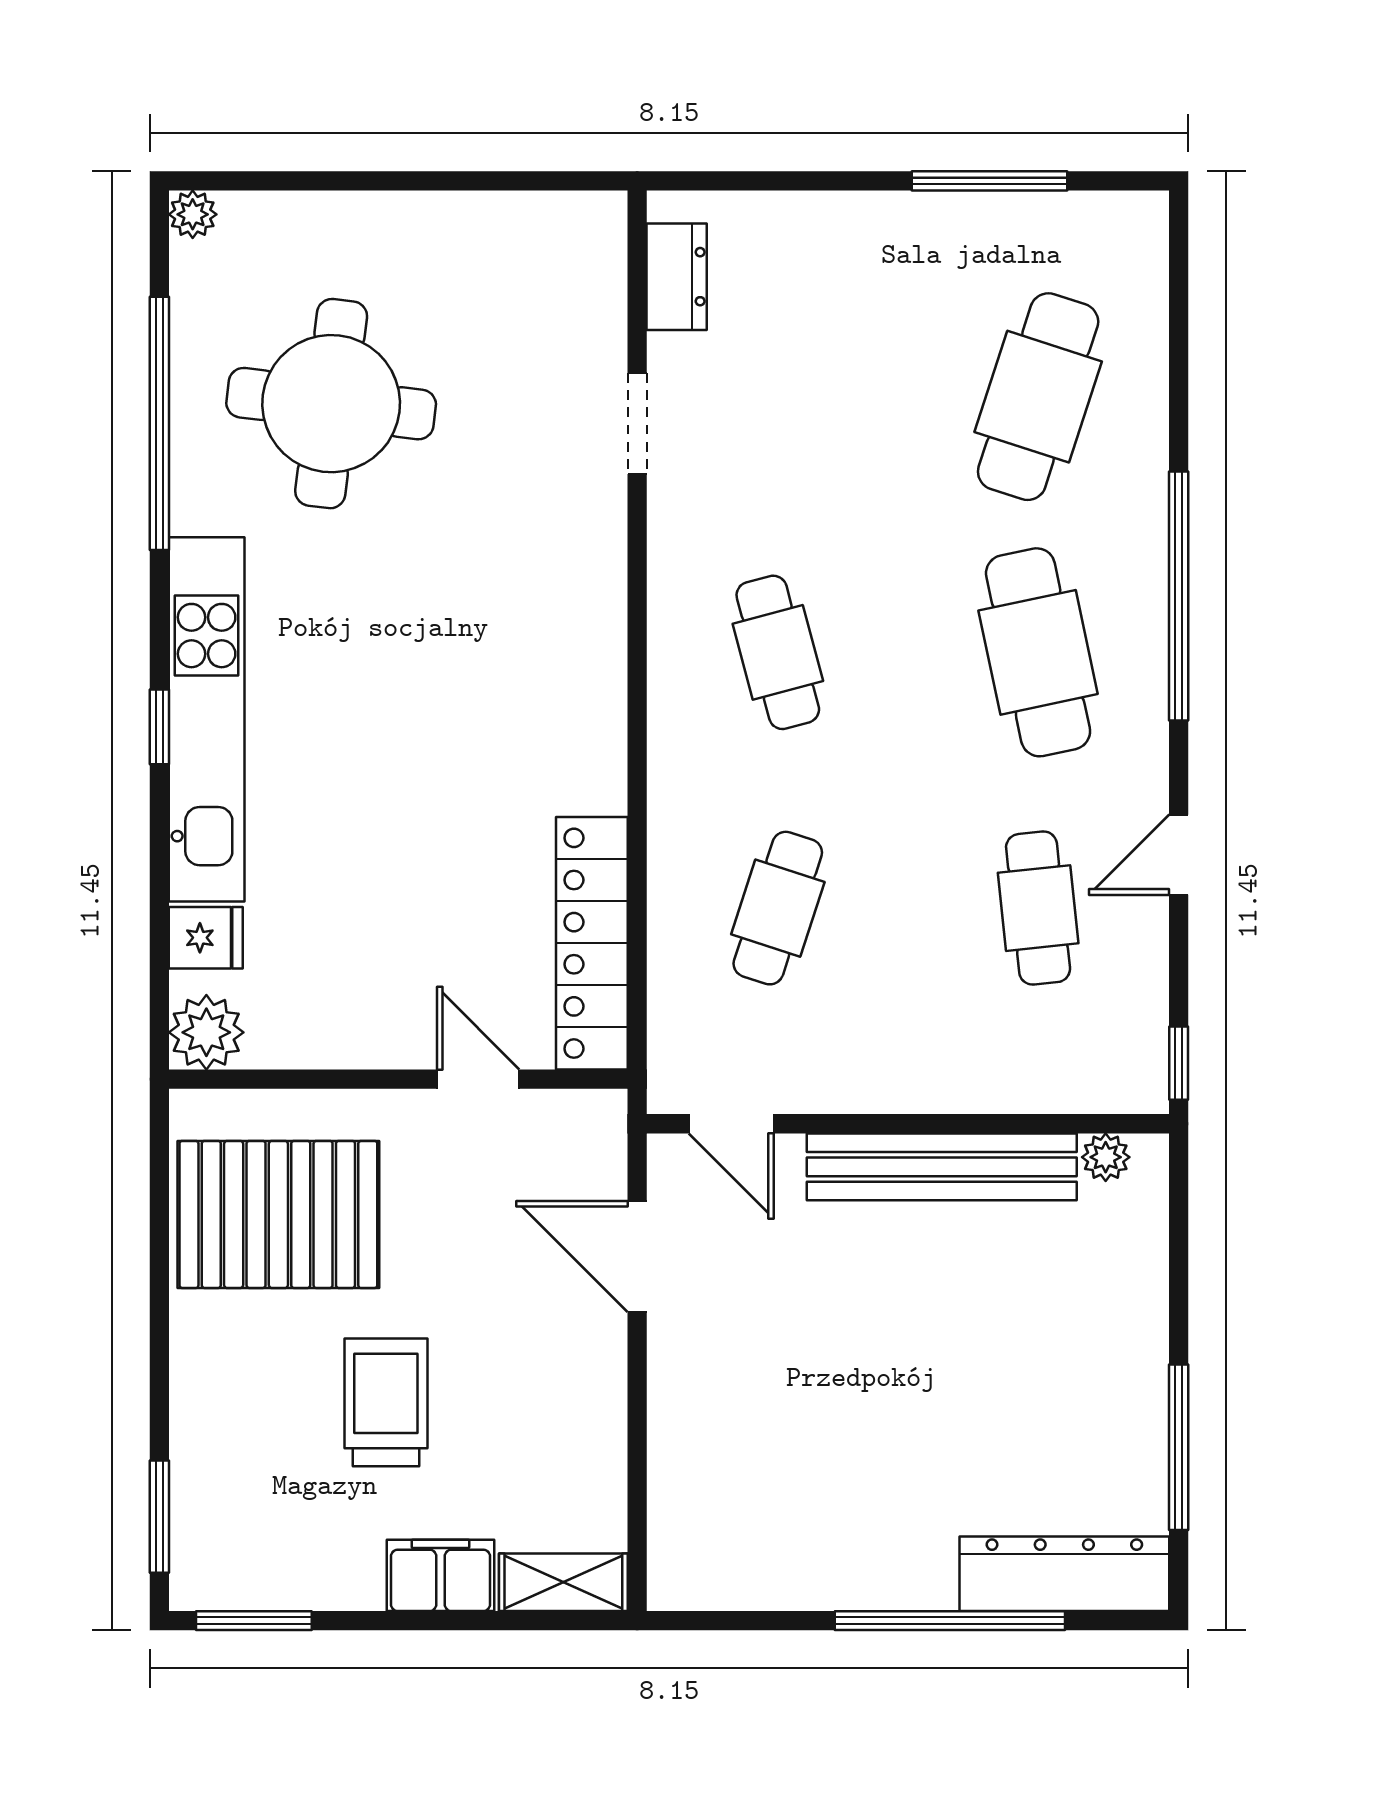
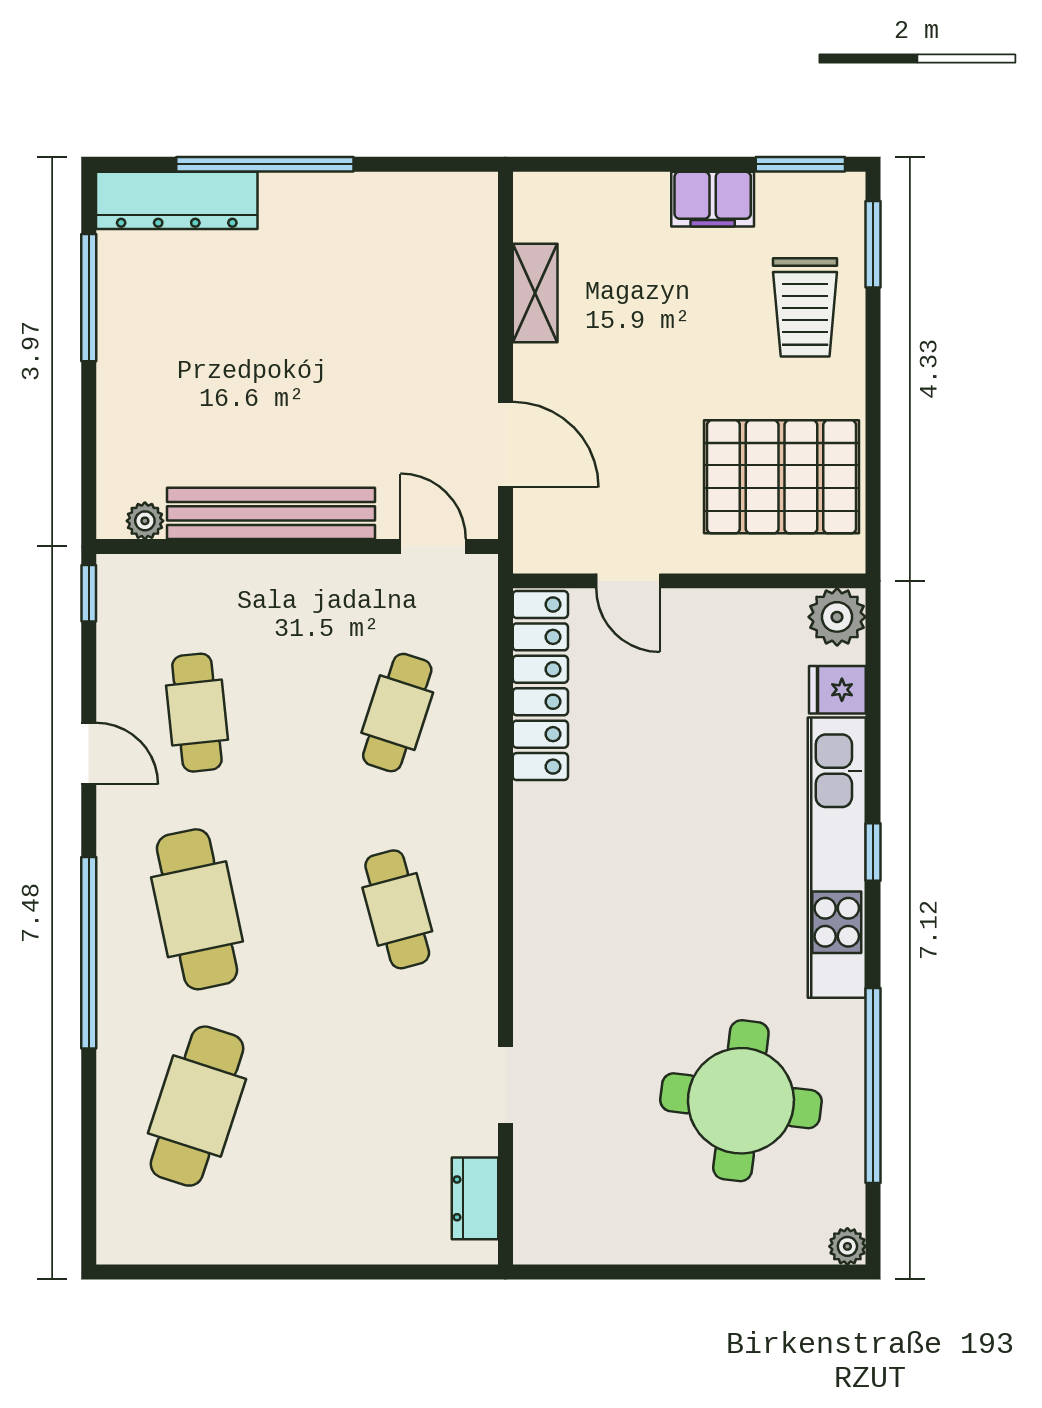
window: (990, 181) -> (234, 1272), removed
door: (1179, 855) -> (89, 754), hinge flipped
trolley: (386, 1402) -> (805, 307), moved
filing cabinet: (440, 1575) -> (713, 199), moved
shelving: (563, 1582) -> (535, 293), moved, turned 90

